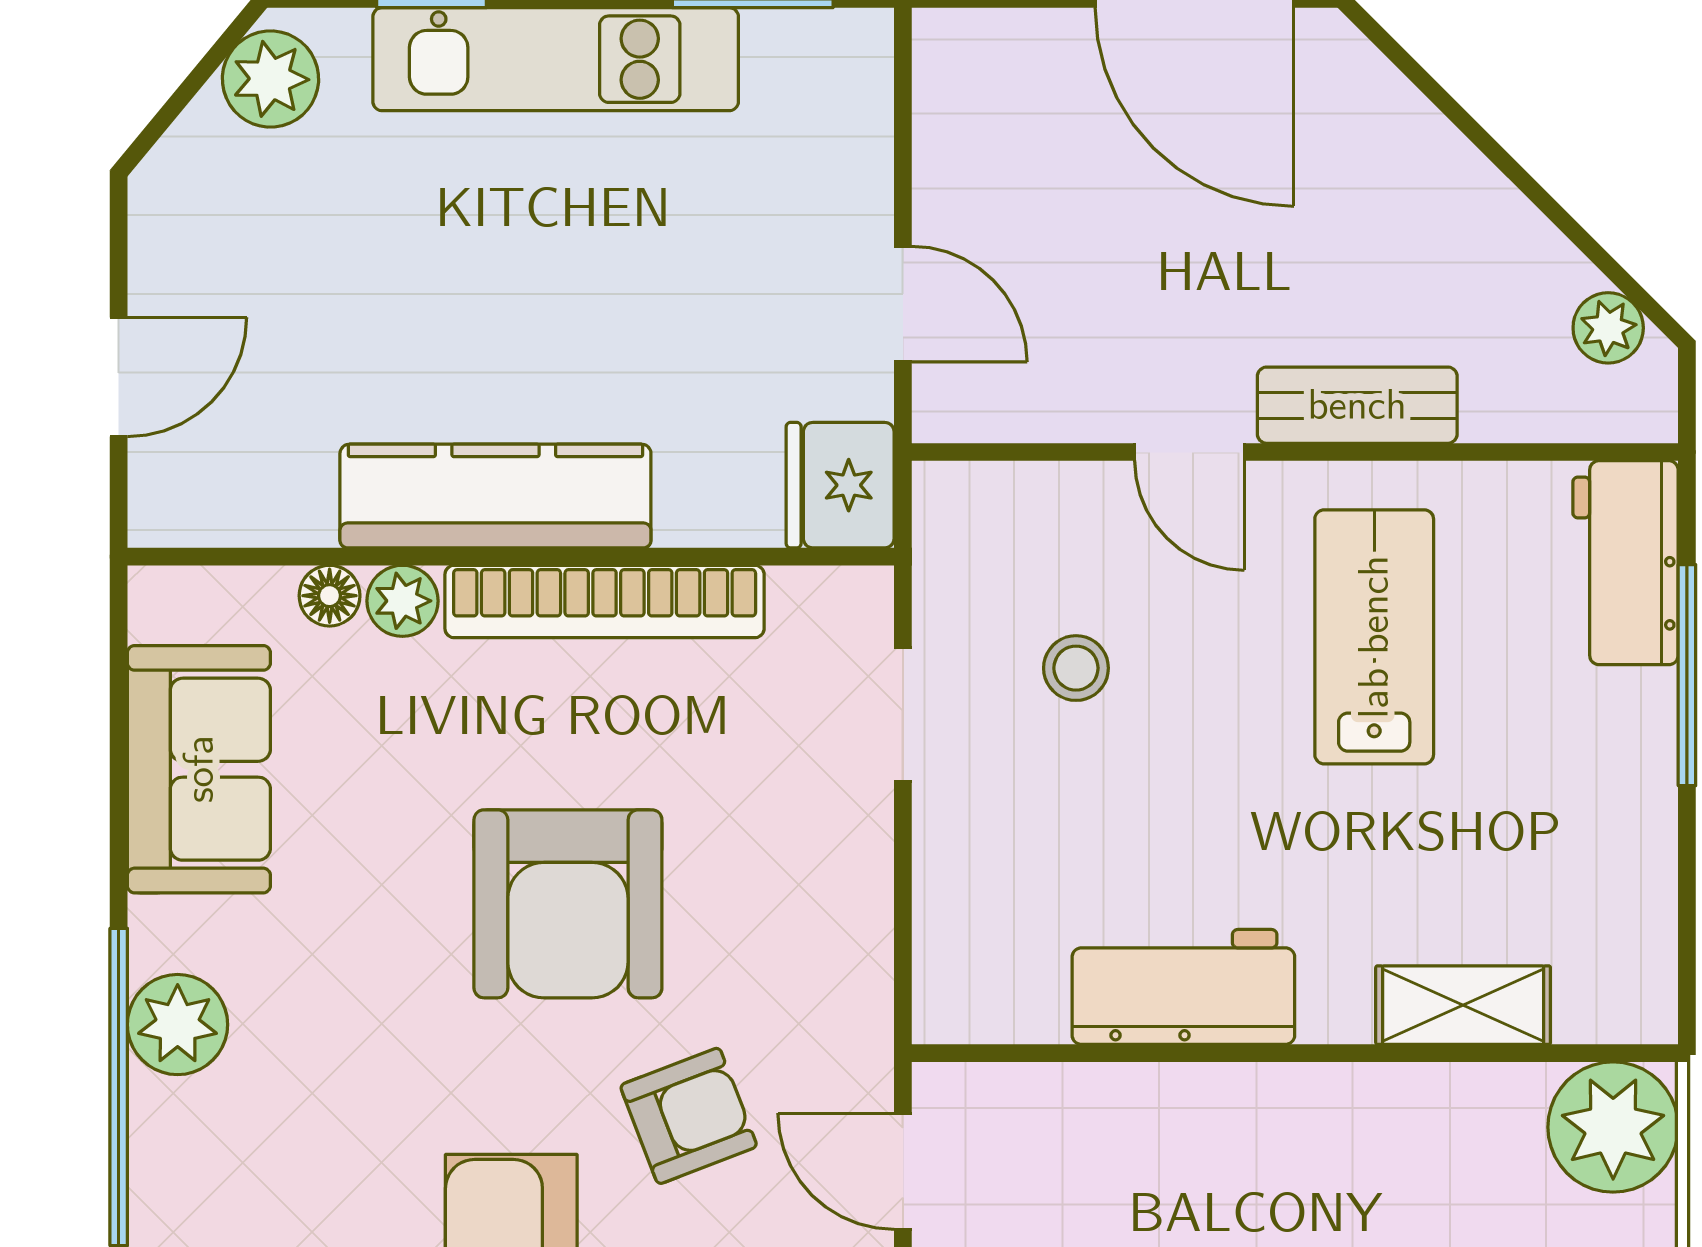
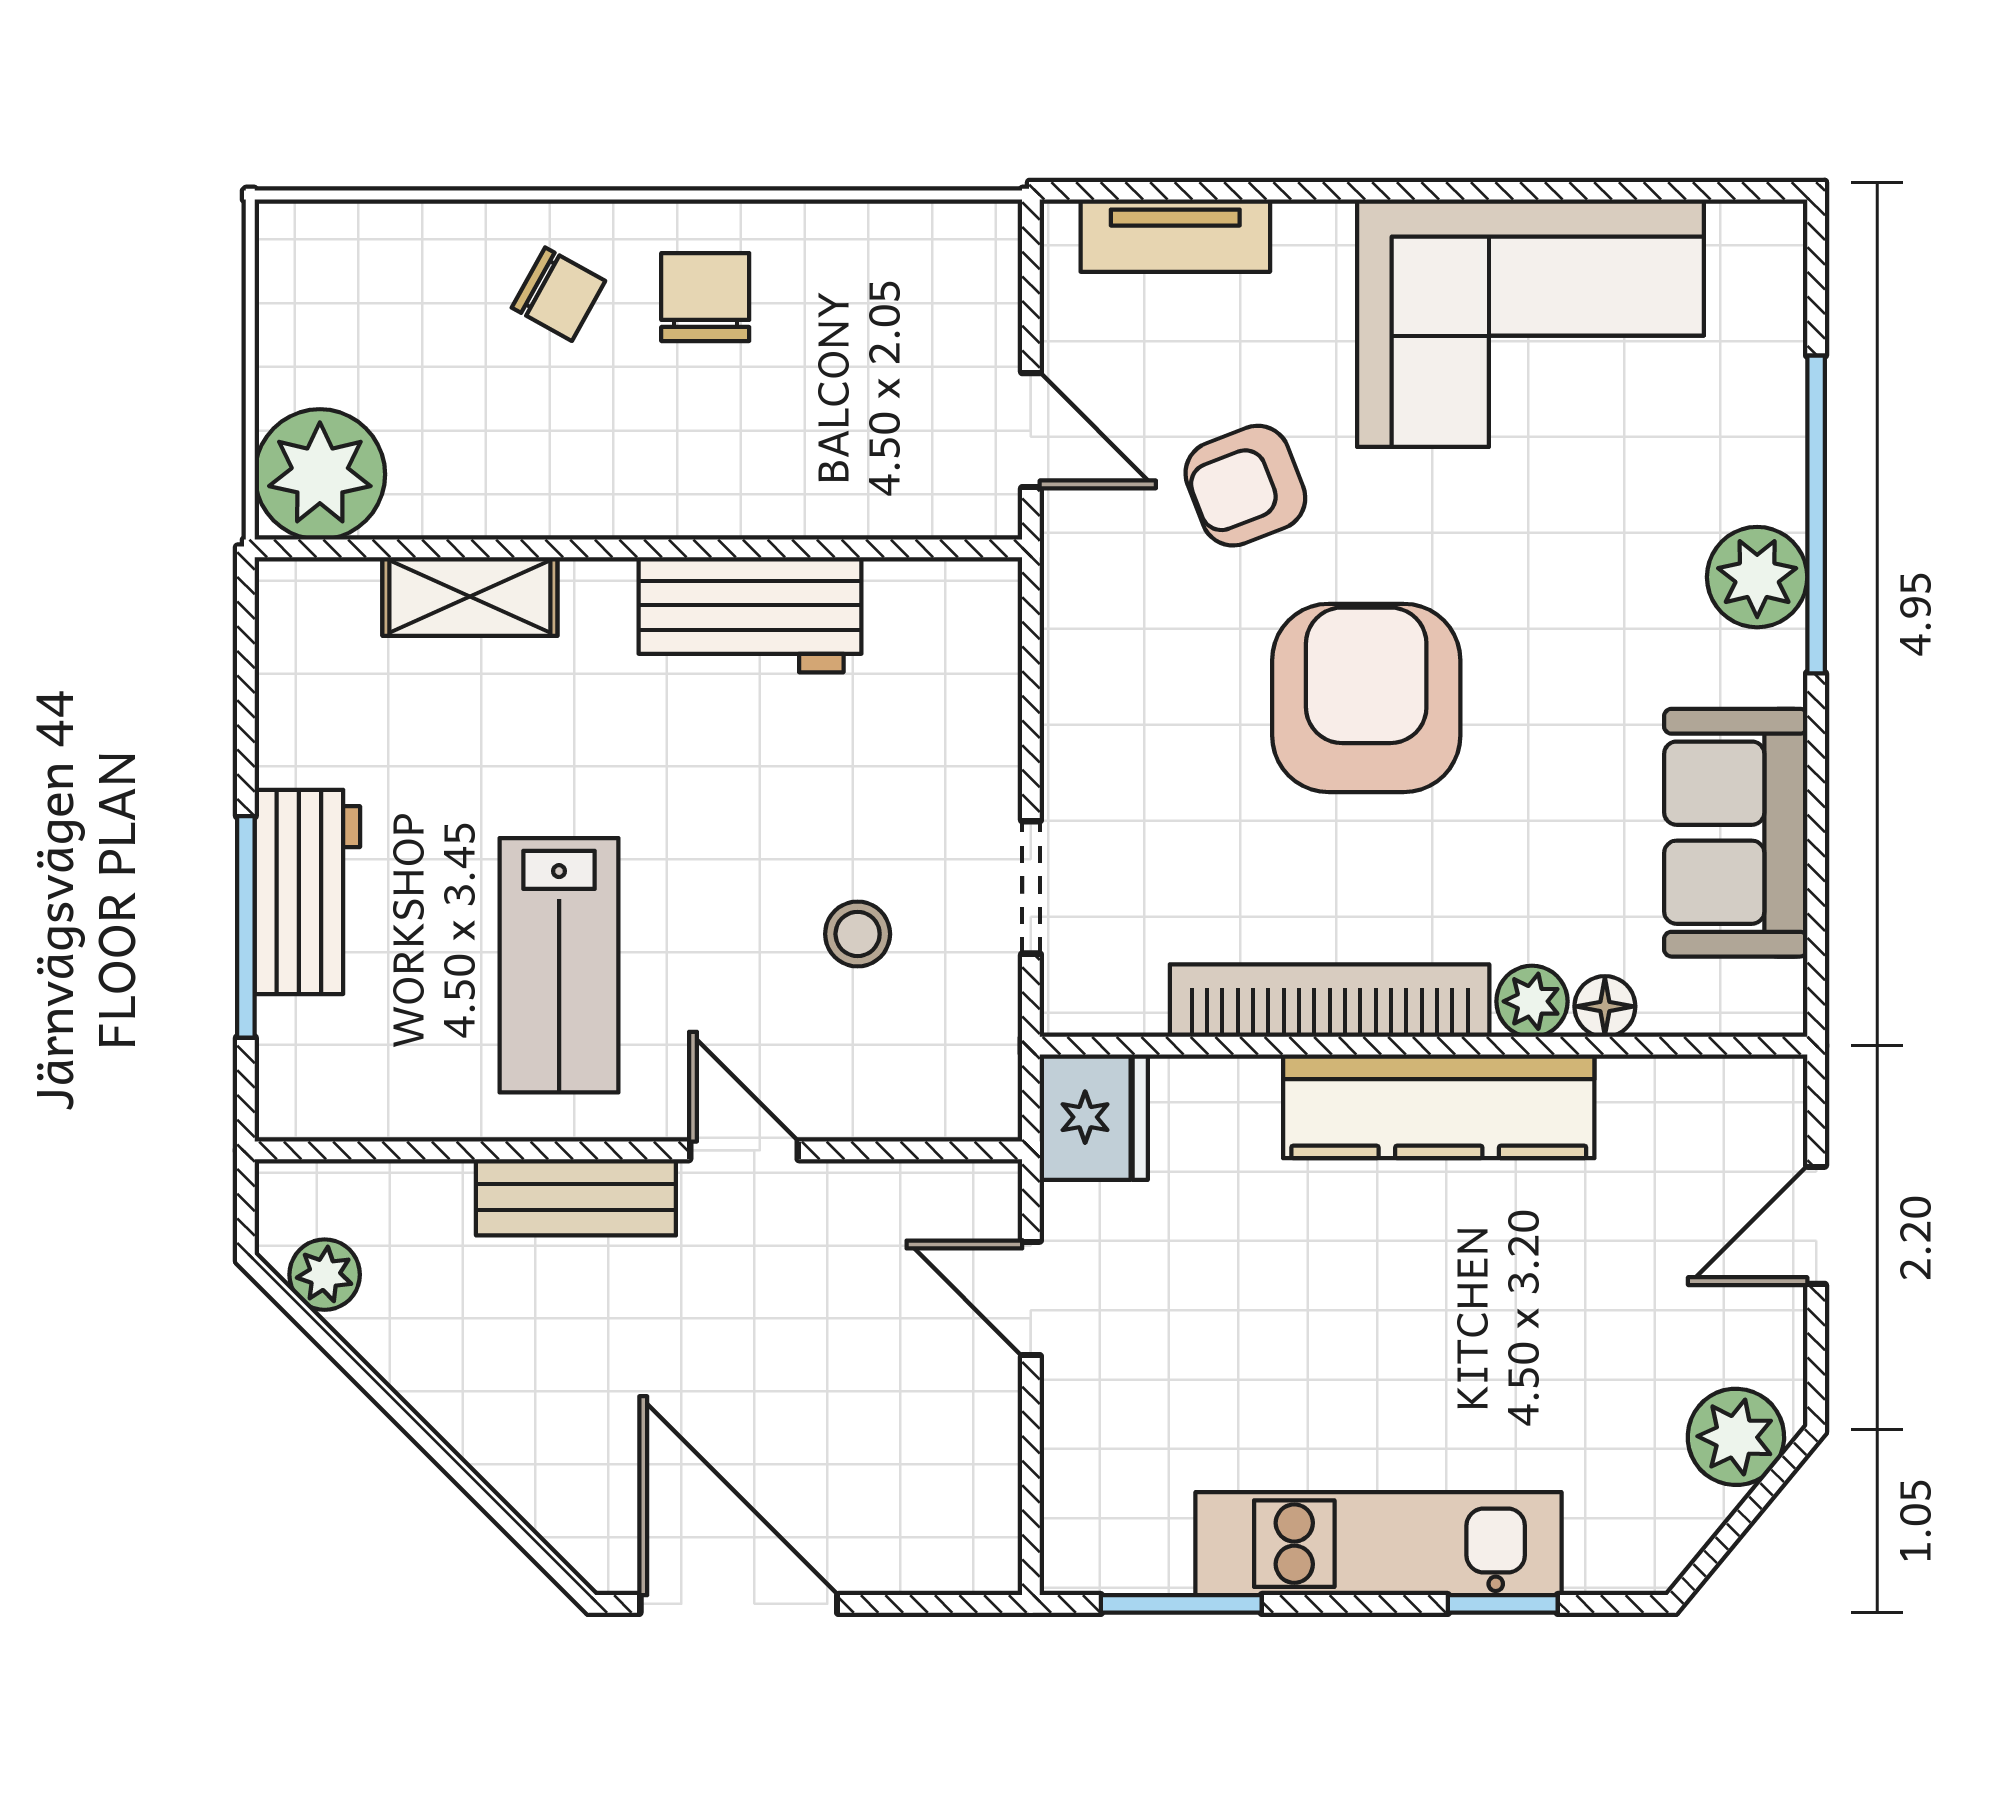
plant: (270, 79) -> (1736, 1437), moved
workbench: (1626, 563) -> (307, 892), moved

